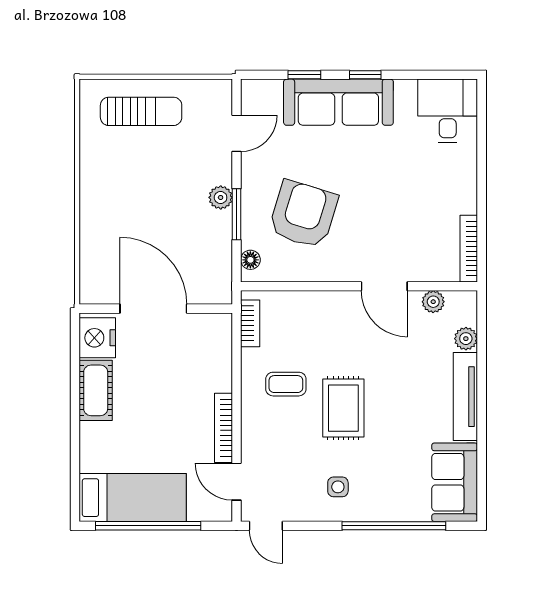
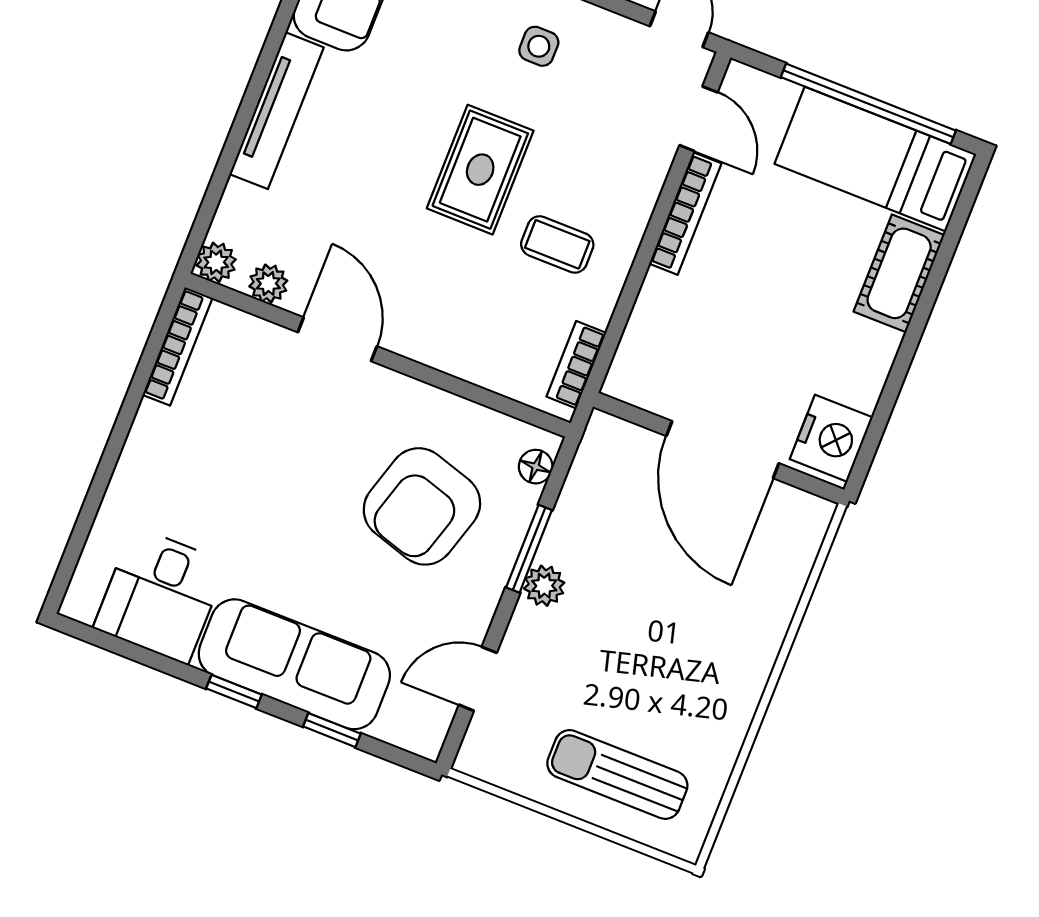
desk: (448, 111) -> (160, 595), moved
plant: (466, 339) -> (216, 262), moved
cot: (96, 390) -> (899, 273), moved

